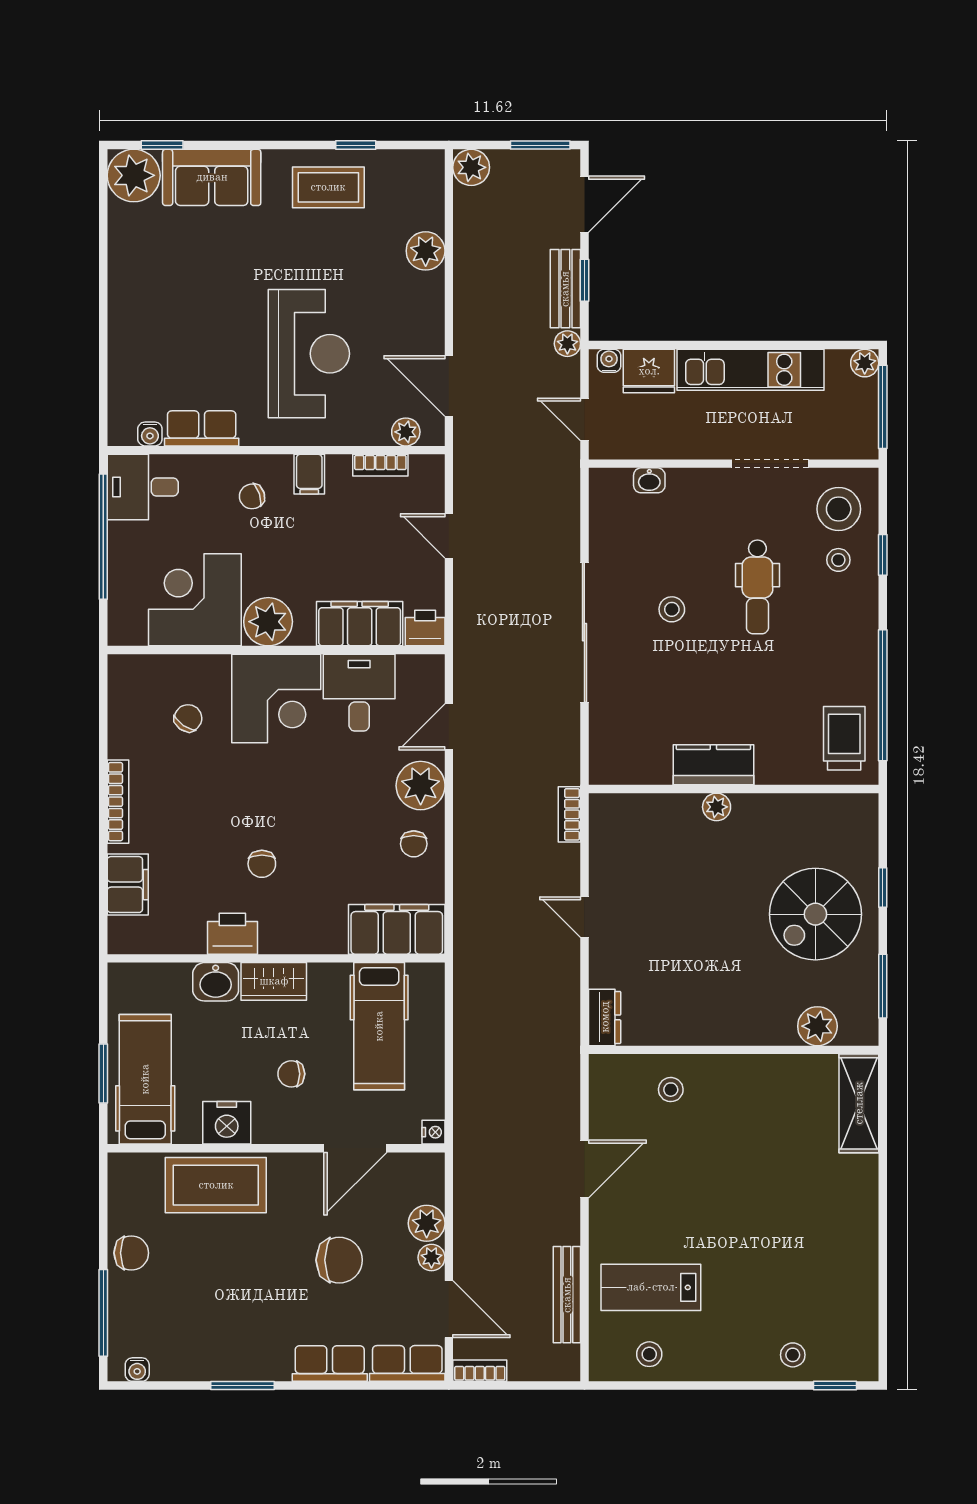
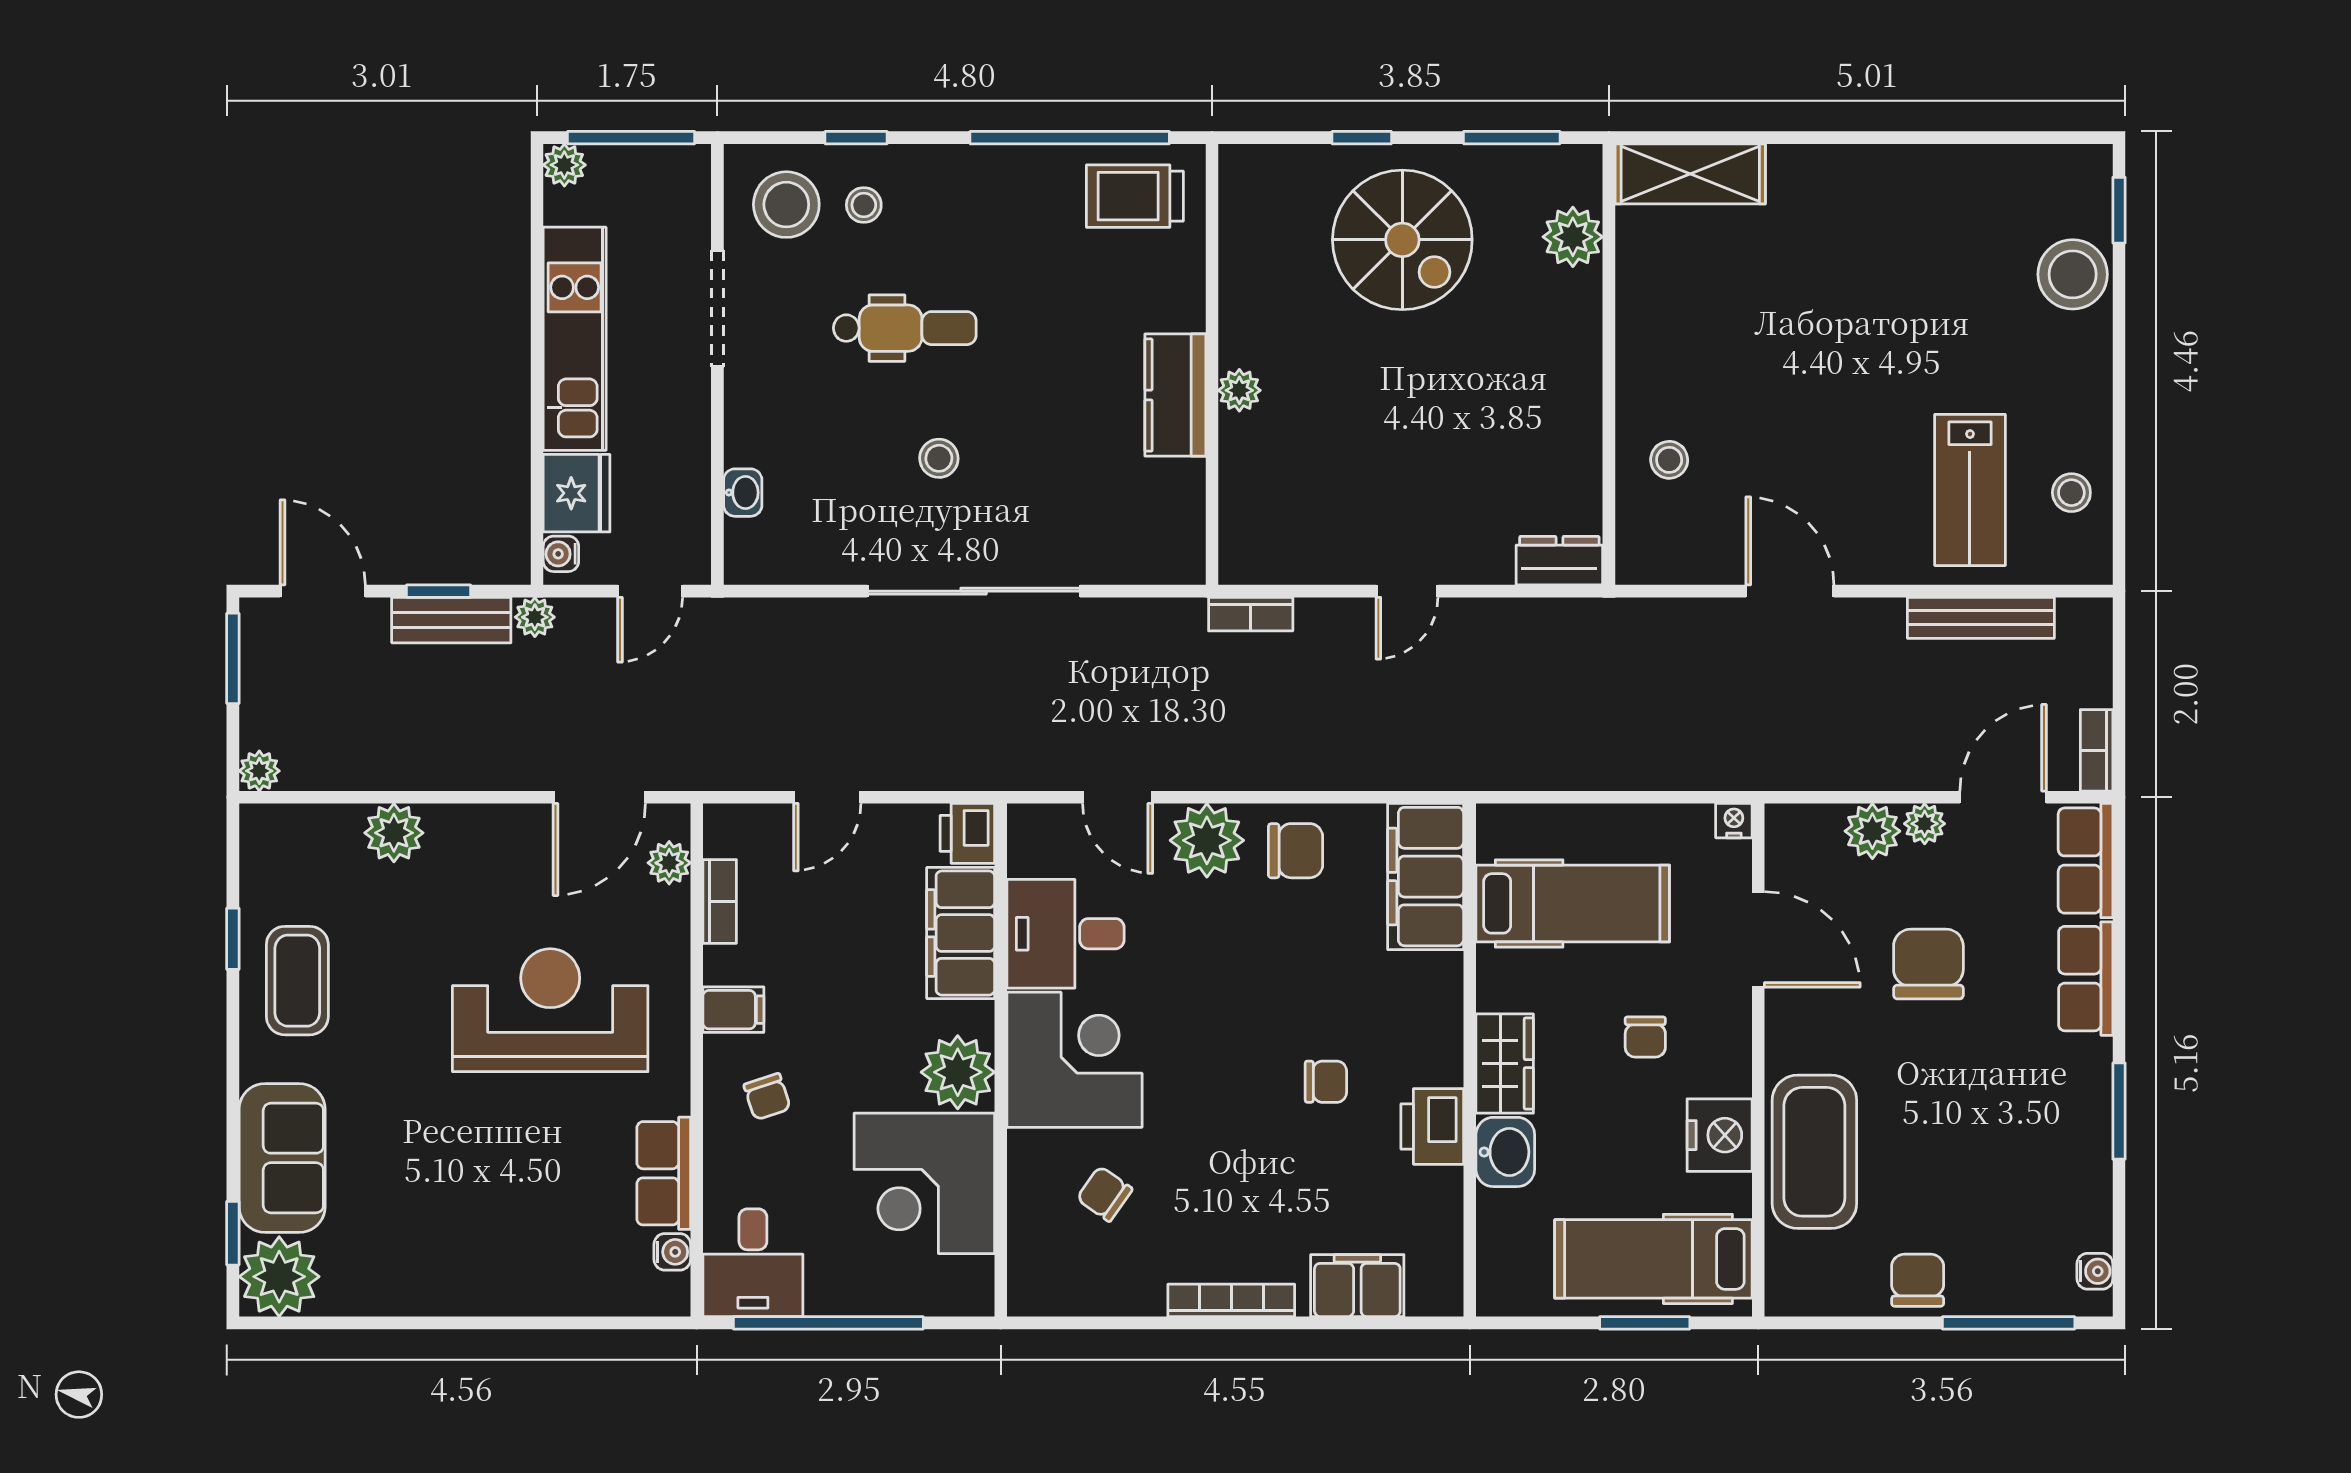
plant: (471, 167) -> (259, 771), width x0.73, depth x0.73
chair: (414, 844) -> (1296, 851), width x1.37, depth x1.37
stool: (793, 1355) -> (2073, 274), width x1.89, depth x1.89

